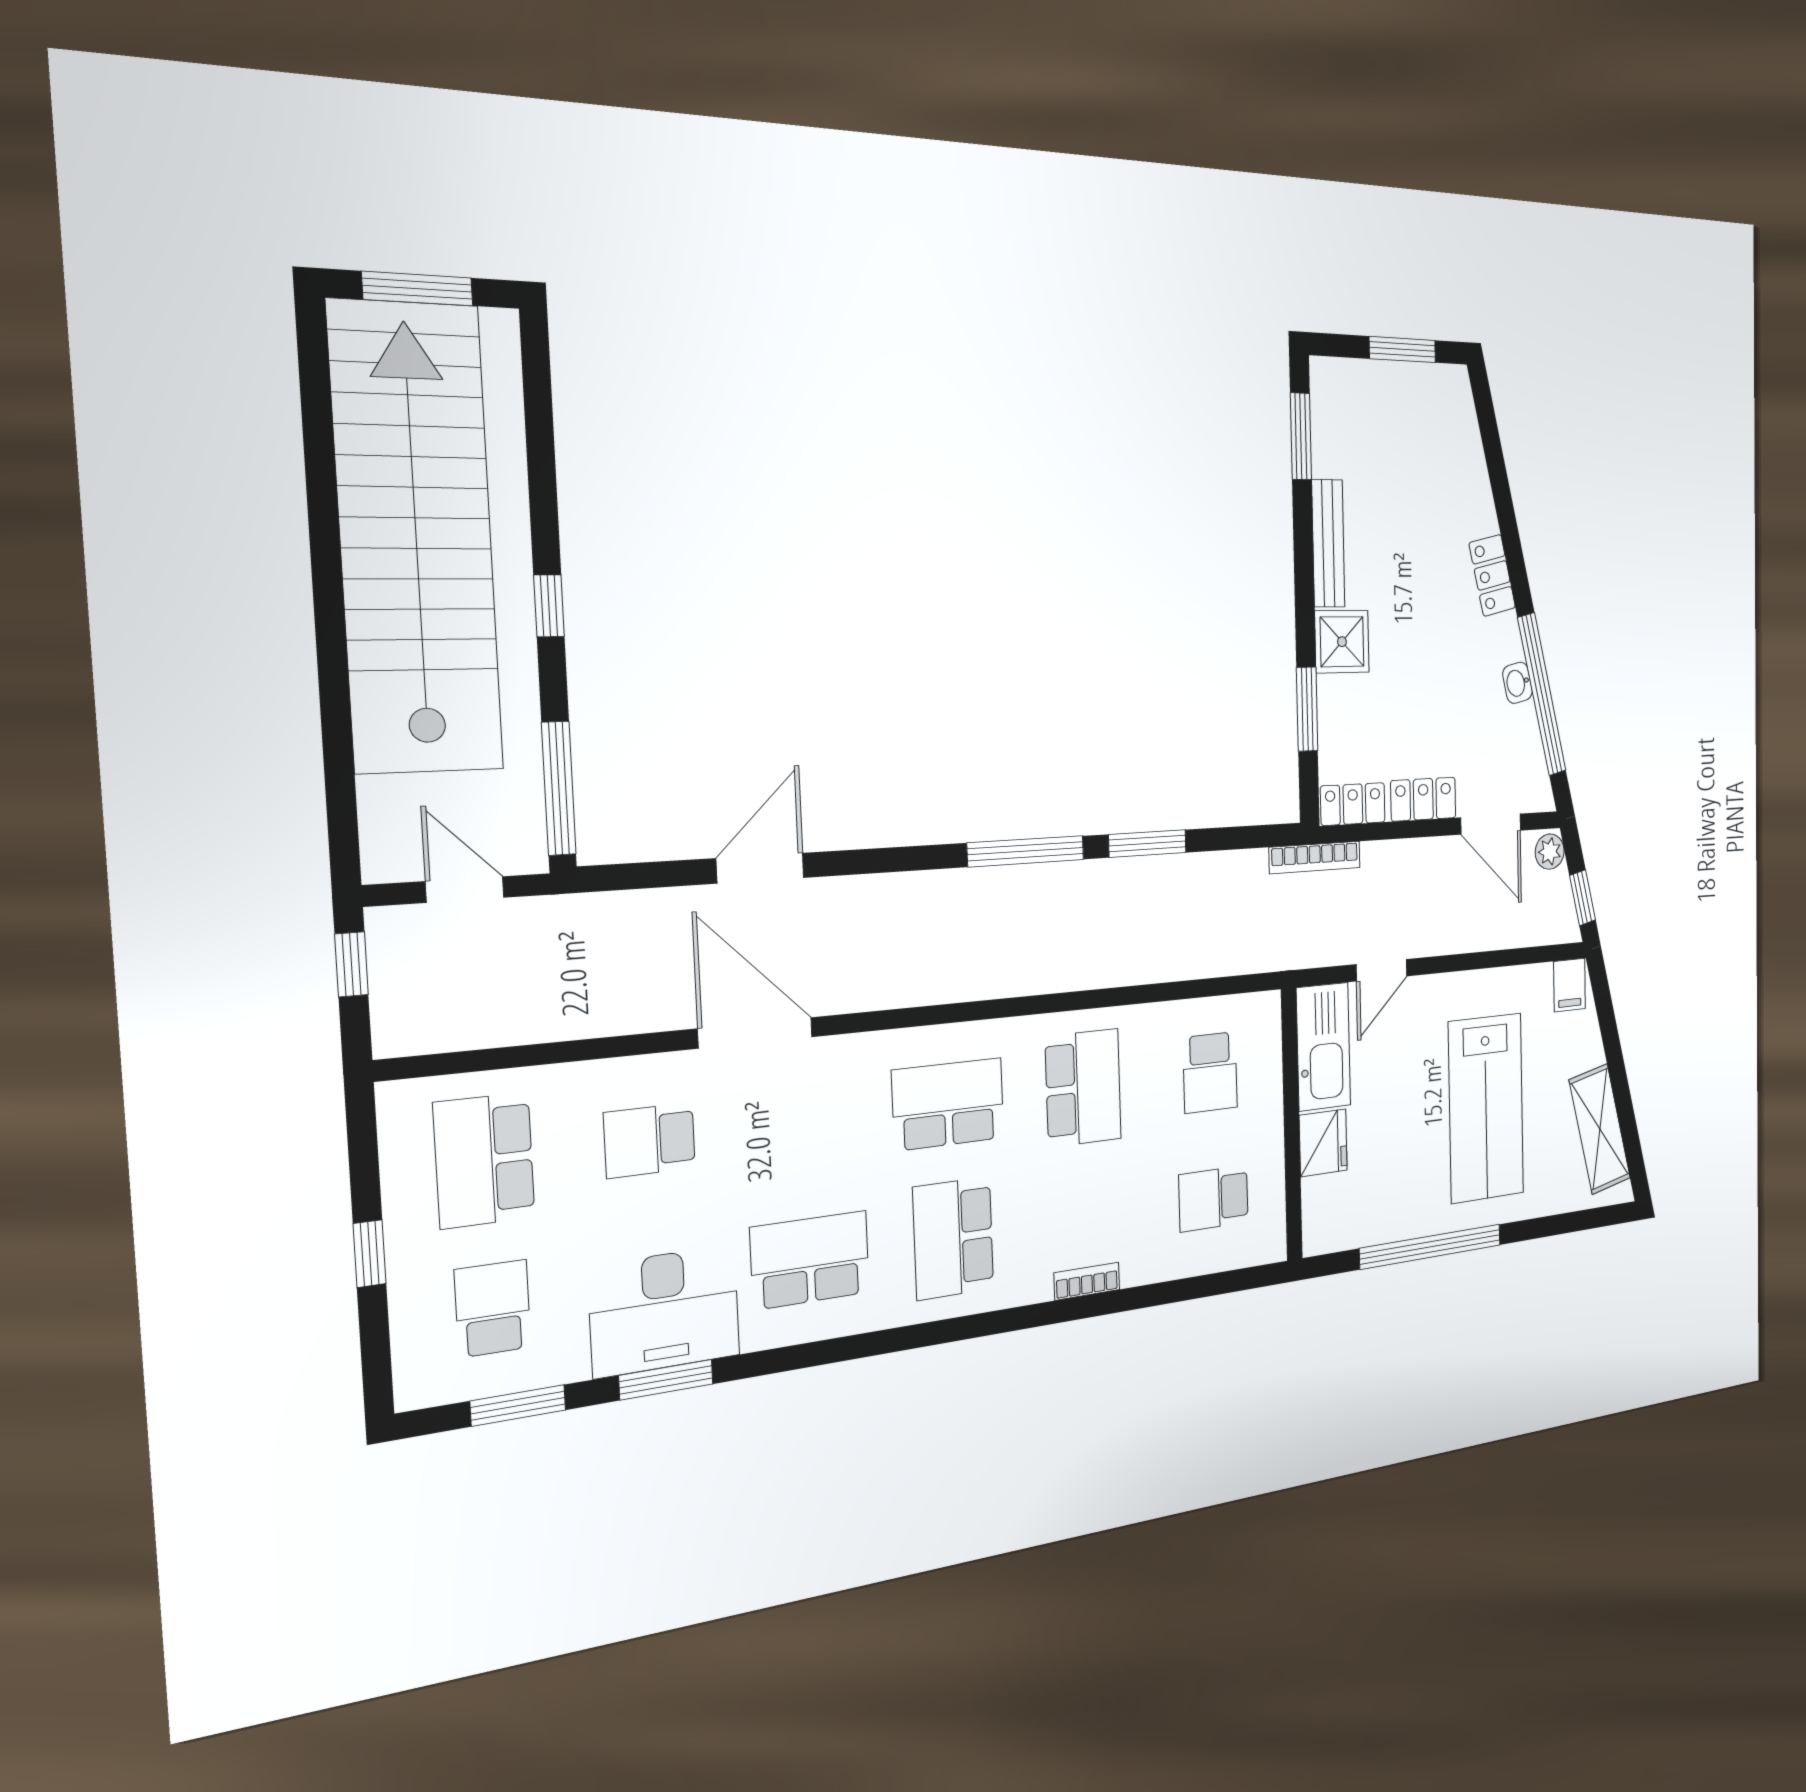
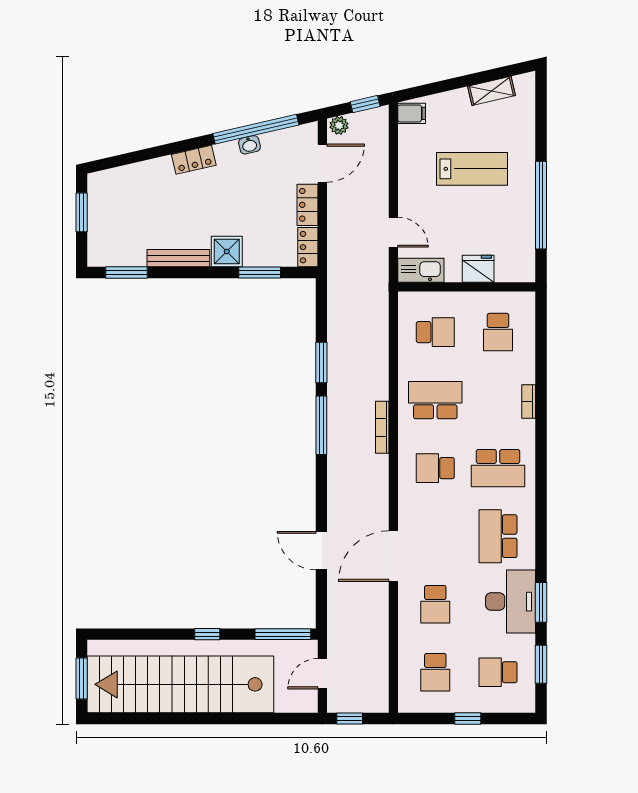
bookcase: (1315, 858) -> (382, 427), moved, turned 180
kitchen sink: (1323, 1047) -> (421, 270), width x0.73, depth x0.81
school desk: (948, 1104) -> (435, 468), width x0.54
lab bench: (1486, 1108) -> (472, 169), width x0.73, depth x0.72
shelving: (1600, 1129) -> (492, 91), width x0.67, depth x0.75
school desk: (484, 1160) -> (435, 672), width x0.54

